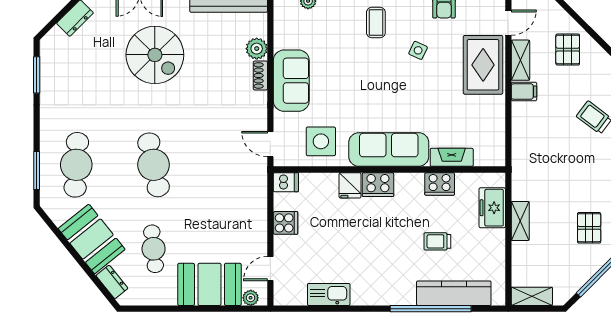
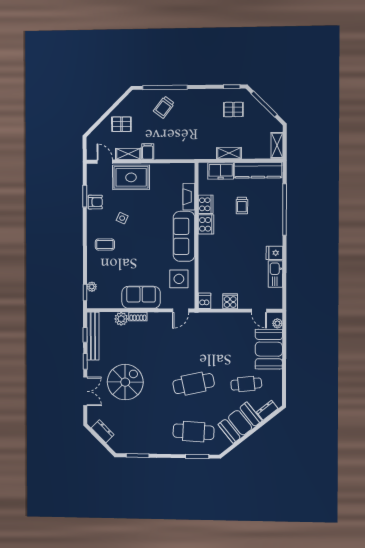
fridge: (350, 185) -> (274, 253), moved, turned 180
cooker: (378, 185) -> (206, 224), moved
kitchen counter: (454, 293) -> (258, 170), moved, turned -90

